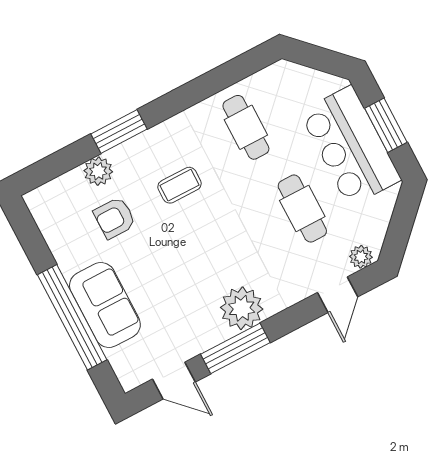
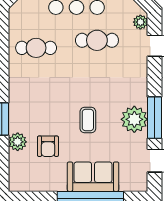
coffee table: (180, 185) -> (88, 120), moved
plant: (242, 308) -> (134, 119), moved

